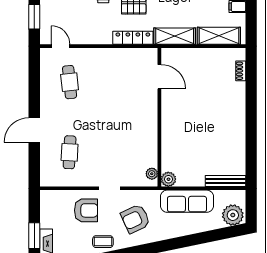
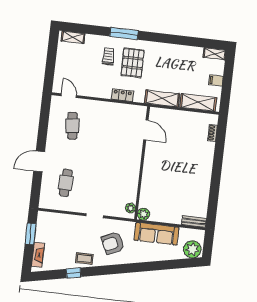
window: (34, 17) -> (50, 69), removed
locker: (133, 38) -> (122, 95), width x0.66
bench: (225, 181) -> (194, 221), width x0.73
armchair: (86, 210) -> (74, 232), removed
window: (34, 236) -> (31, 234), moved

